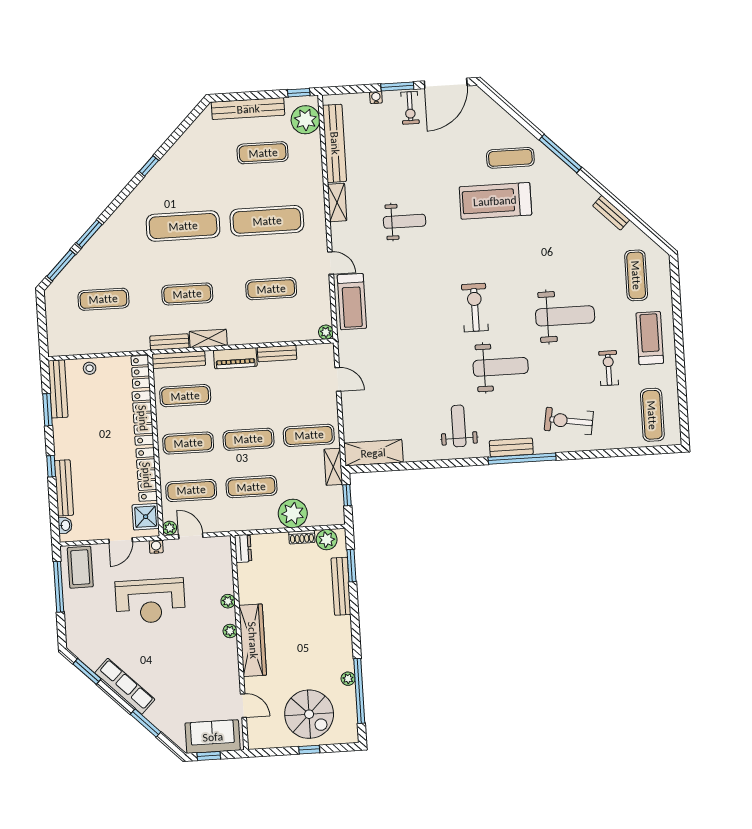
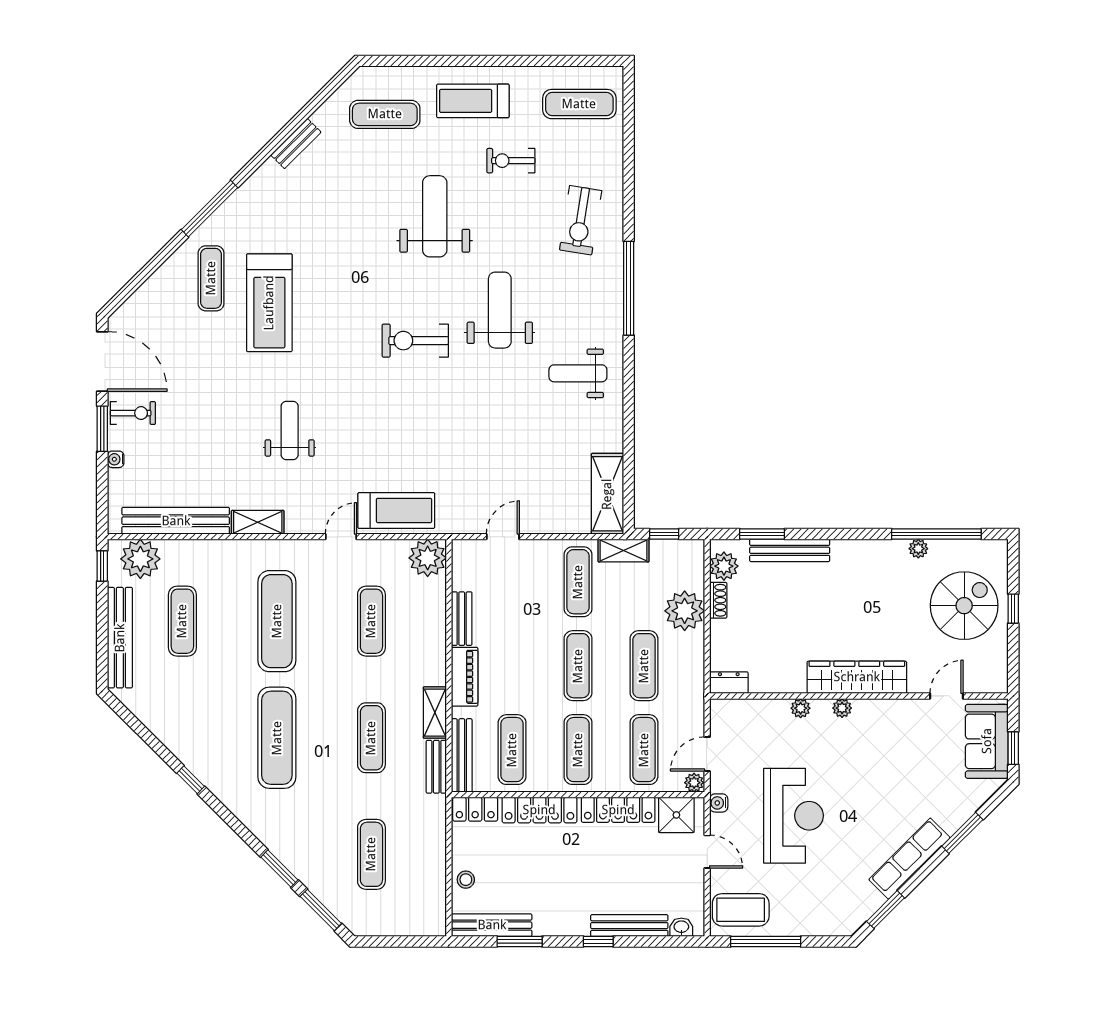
plant: (326, 332) -> (428, 558), width x1.88, depth x1.88
bench: (511, 447) -> (612, 302), removed

